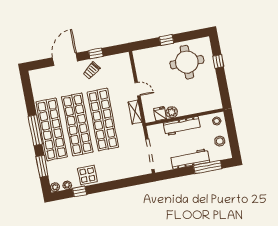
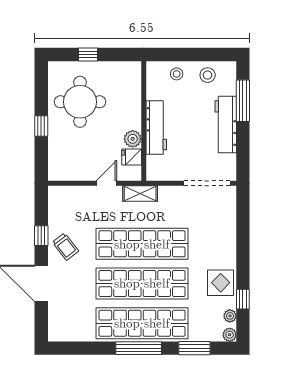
plant: (172, 112) -> (133, 139), moved
fridge: (160, 114) -> (132, 157), moved
wall: (185, 117) -> (144, 121), moved
workbench: (182, 126) -> (156, 127), moved

